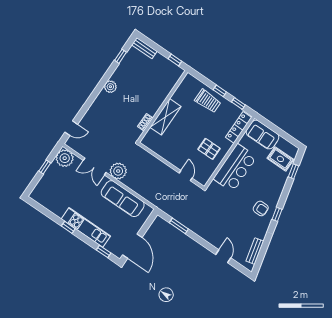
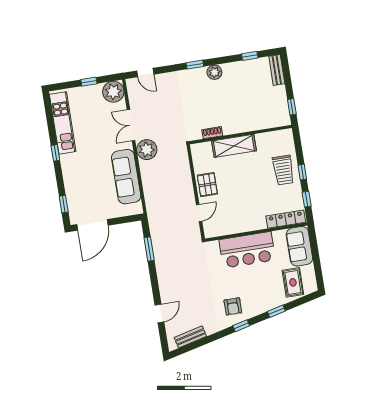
window: (95, 94) -> (195, 65), added
pallet: (209, 149) -> (207, 185), moved
window: (294, 171) -> (276, 311), moved
kitchen unit: (86, 227) -> (63, 123), moved

